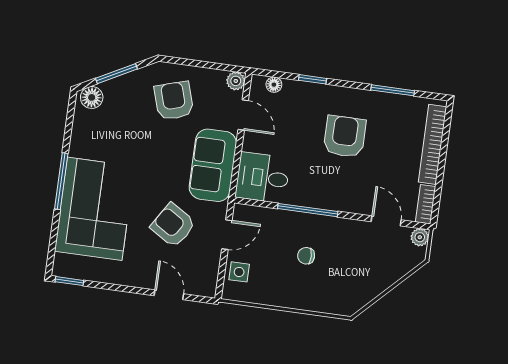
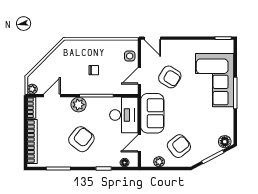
plant: (236, 81) -> (159, 162), moved
armchair: (174, 101) -> (179, 146), turned -112
door: (243, 115) -> (139, 143), hinge flipped
armchair: (345, 136) -> (81, 139), turned -142
desk: (263, 178) -> (124, 115), width x1.37
plant: (341, 198) -> (79, 105), added
door: (386, 221) -> (52, 96), swing flipped
door: (169, 295) -> (152, 38), moved

